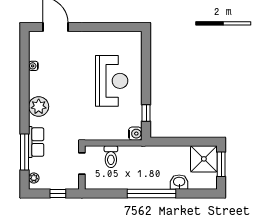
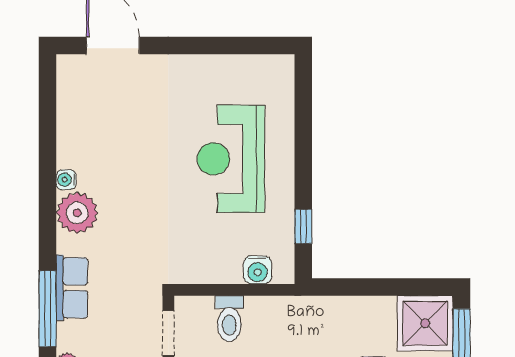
water cooler: (33, 66) -> (66, 180), moved
reception desk: (112, 81) -> (231, 159), turned 180
water cooler: (135, 134) -> (258, 270), moved, turned 90

